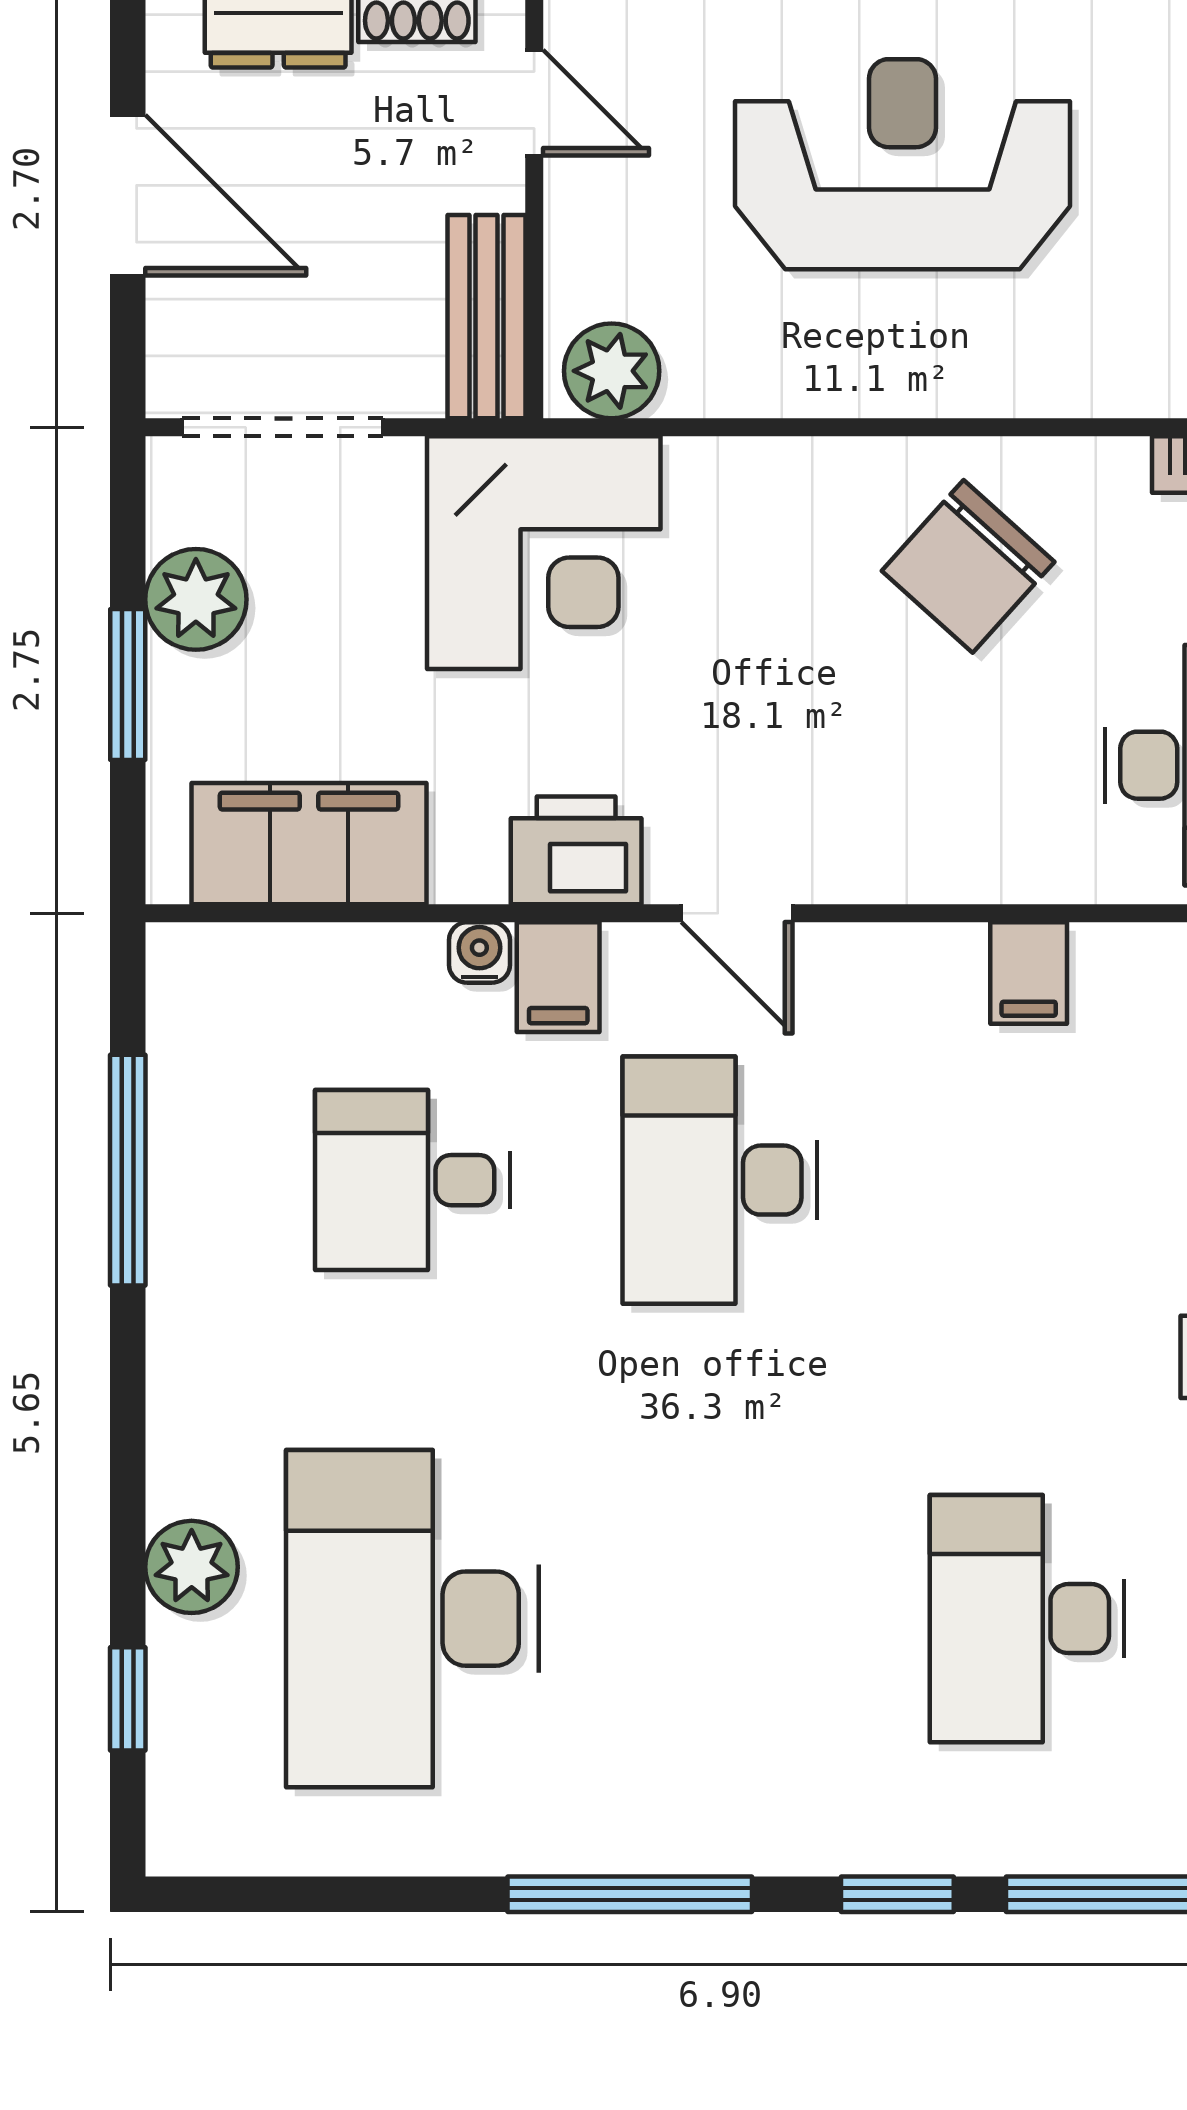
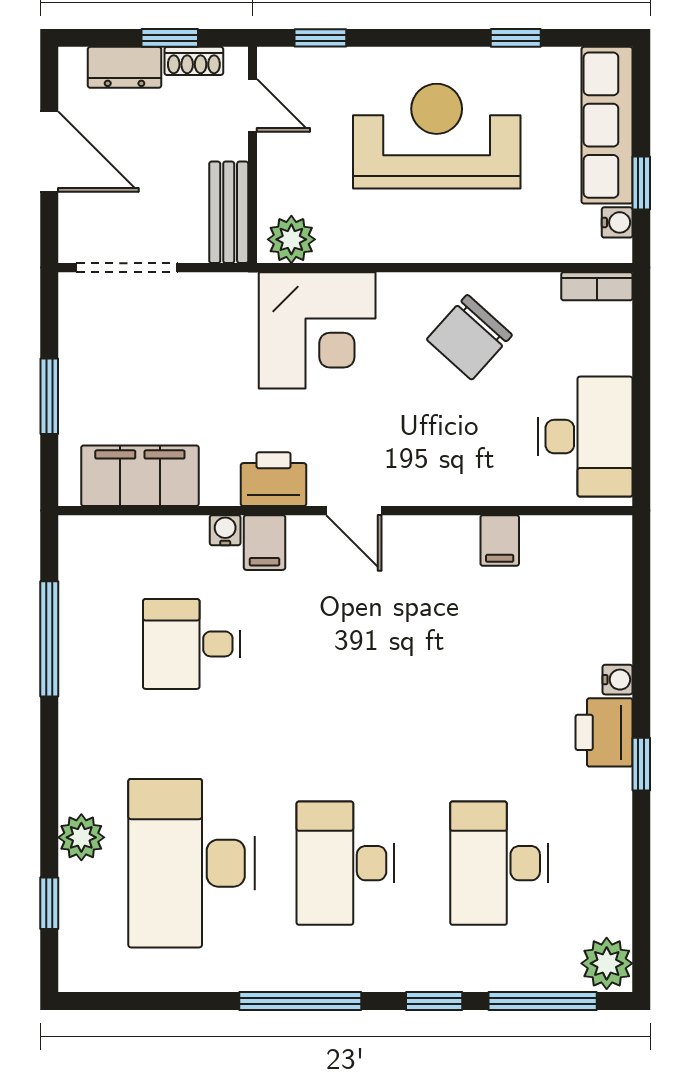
corner desk: (544, 553) -> (317, 330), moved
plant: (196, 599) -> (83, 354), removed
desk: (720, 1180) -> (345, 863), moved

